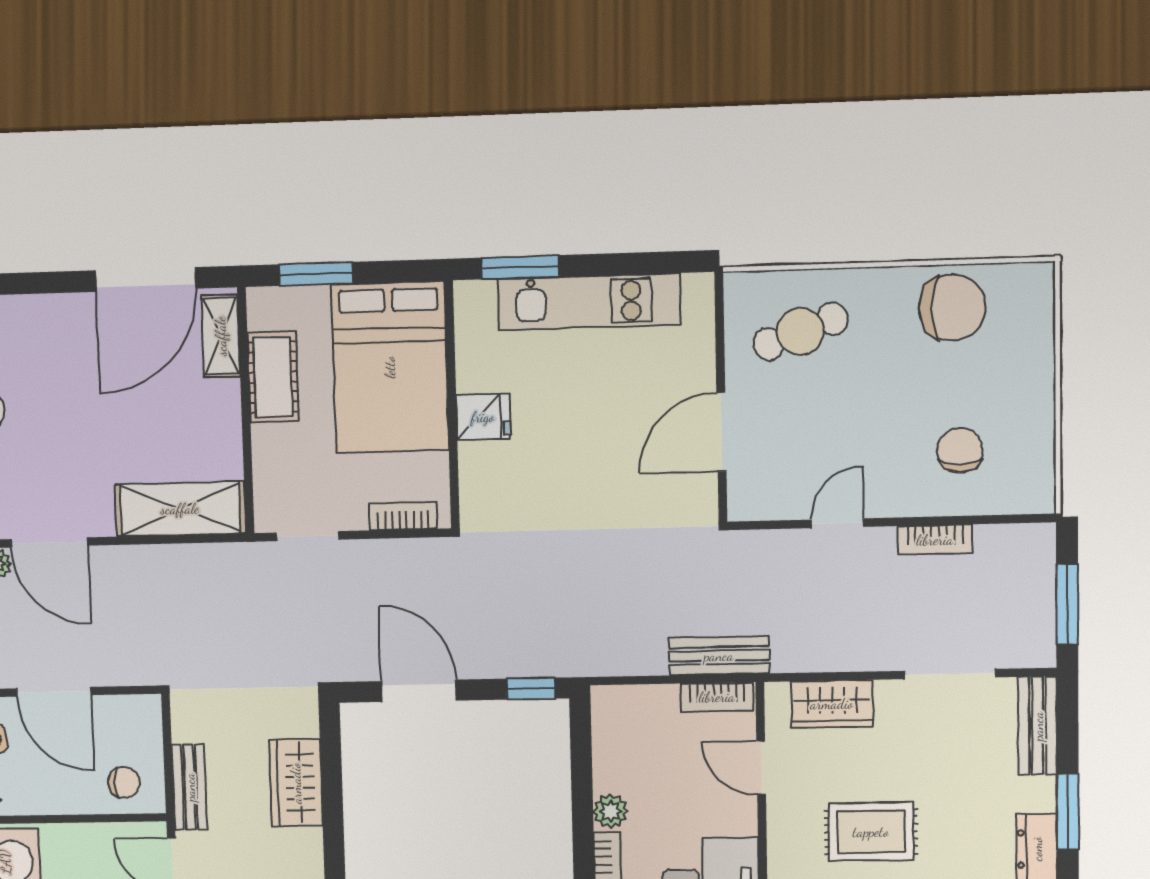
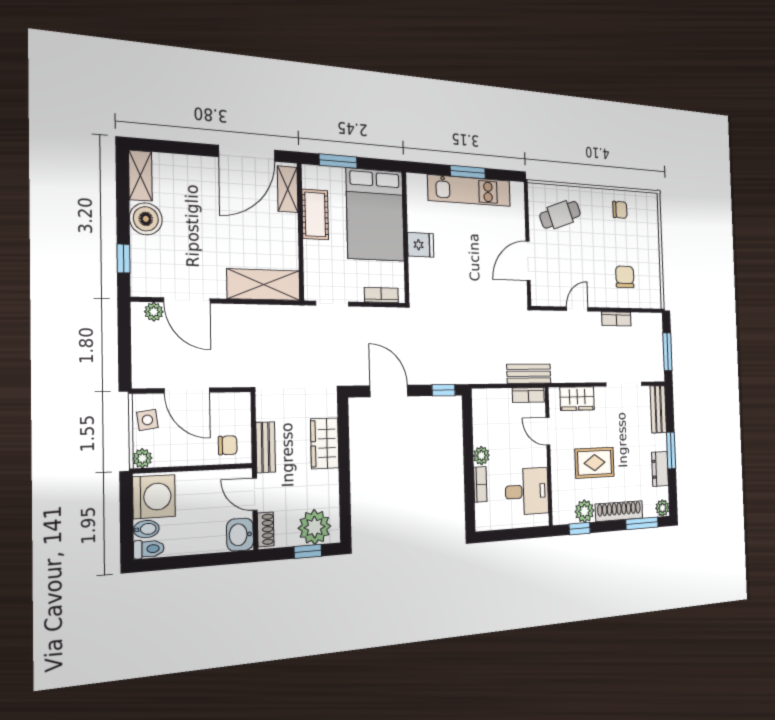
window: (520, 267) -> (468, 172), moved
chair: (952, 308) -> (620, 210), width x0.54, depth x0.54

